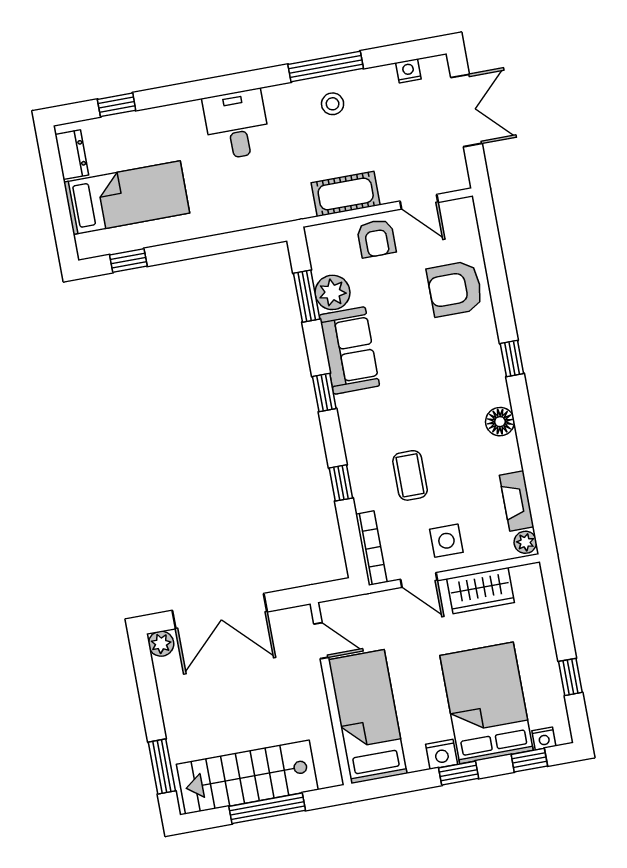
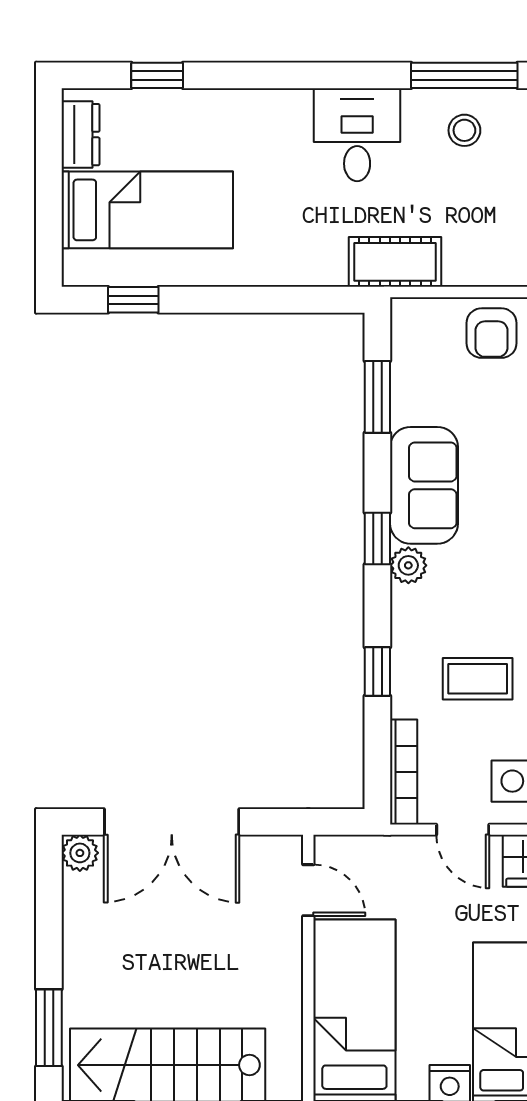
desk: (237, 124) -> (357, 135), moved
cot: (346, 194) -> (395, 262), moved
plant: (332, 292) -> (408, 565), moved, width x0.73, depth x0.73
coffee table: (410, 475) -> (478, 679), turned 90

